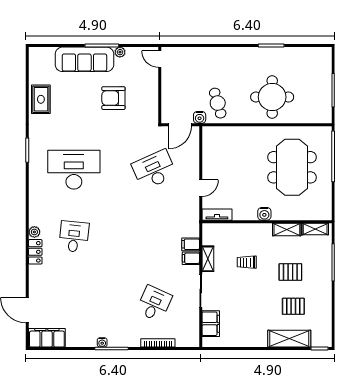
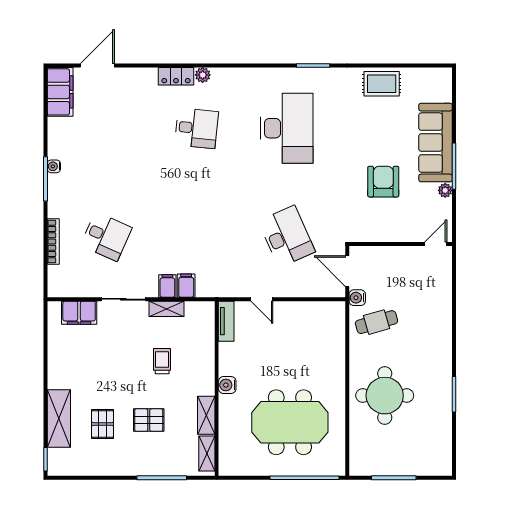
pallet: (290, 272) -> (149, 420), turned 90

